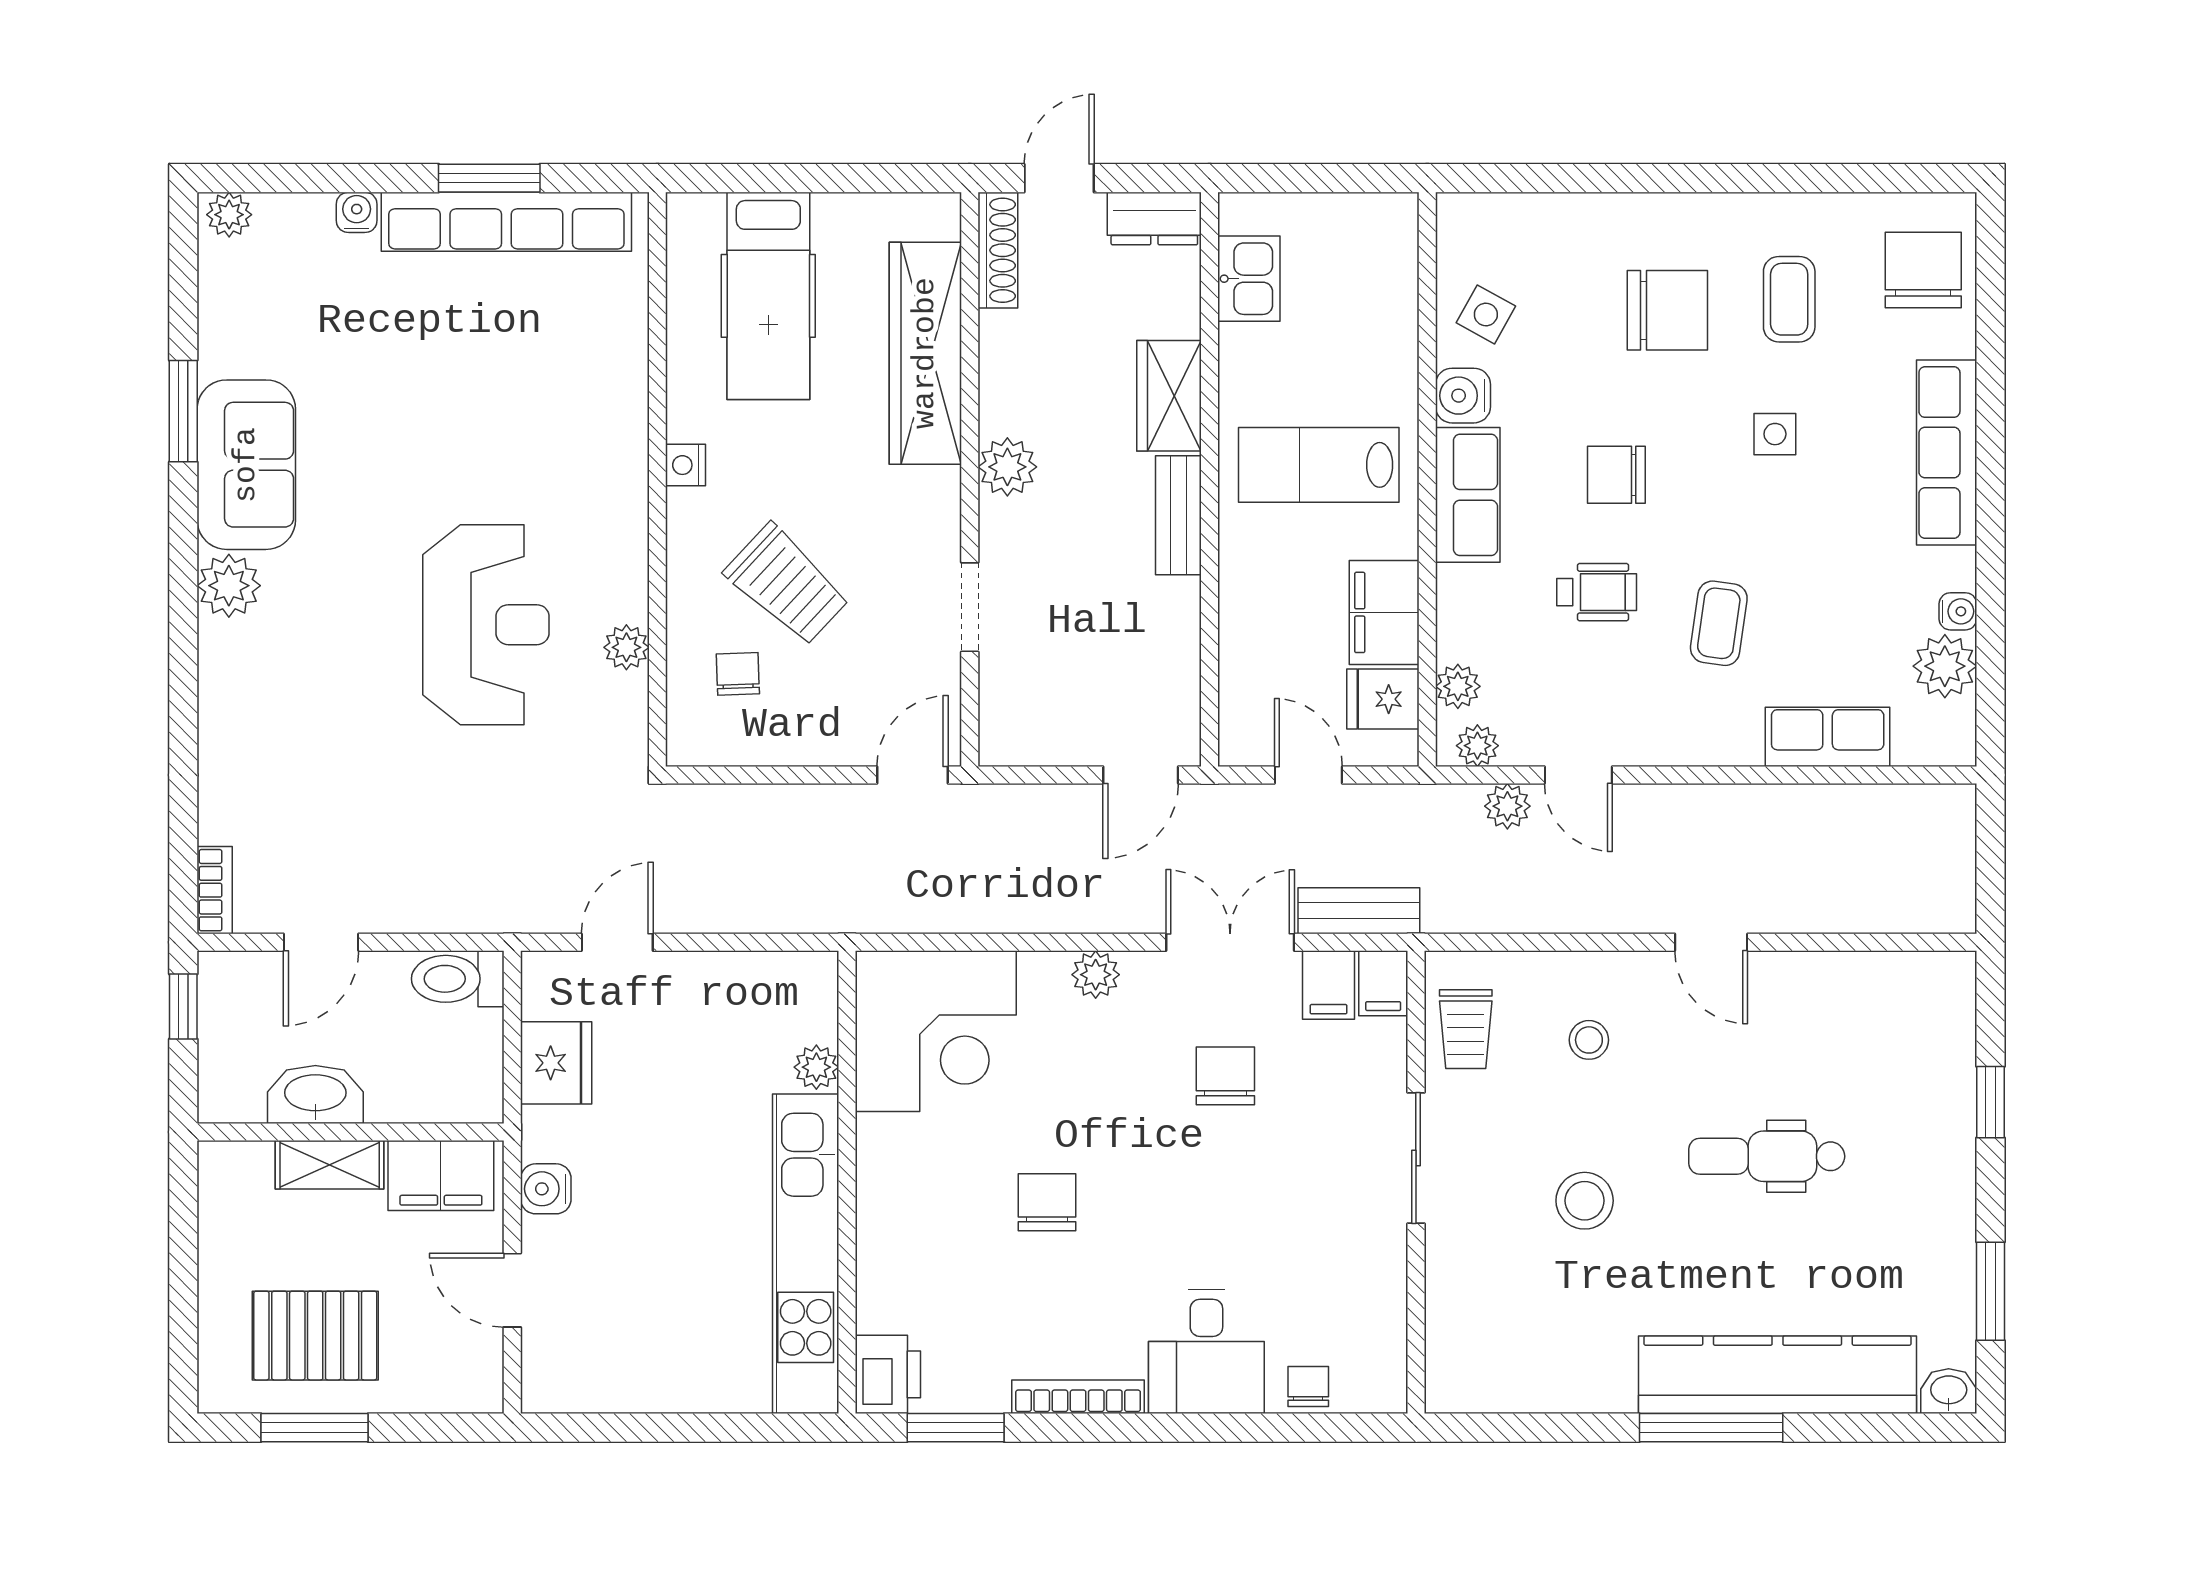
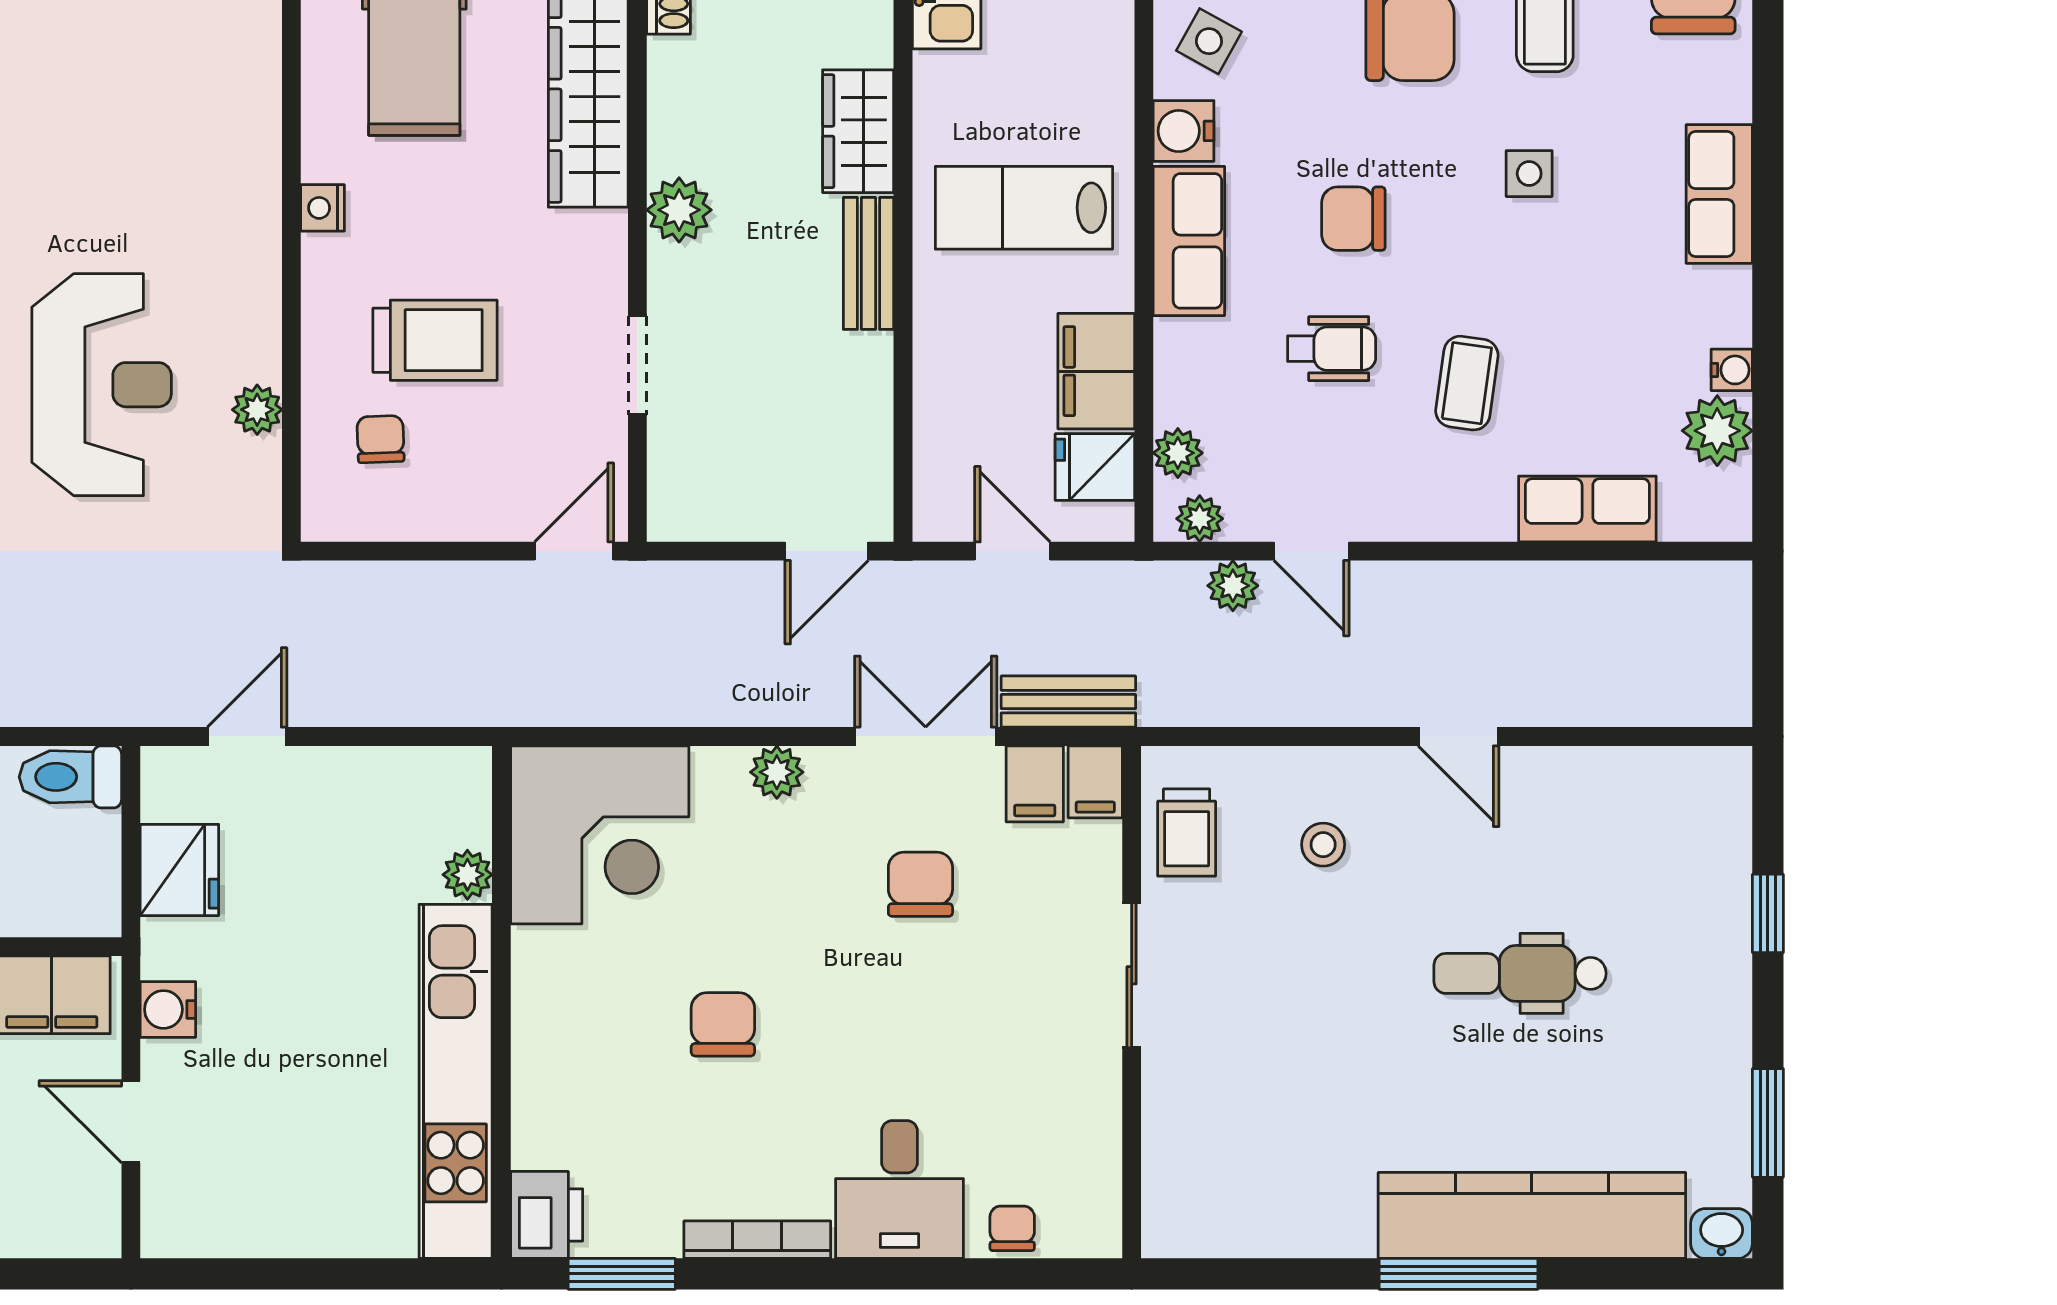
row of seats: (1947, 453) -> (1719, 194), width x0.68
trolley: (787, 585) -> (435, 340), turned -43
stool: (1585, 1201) -> (1318, 1023), removed

